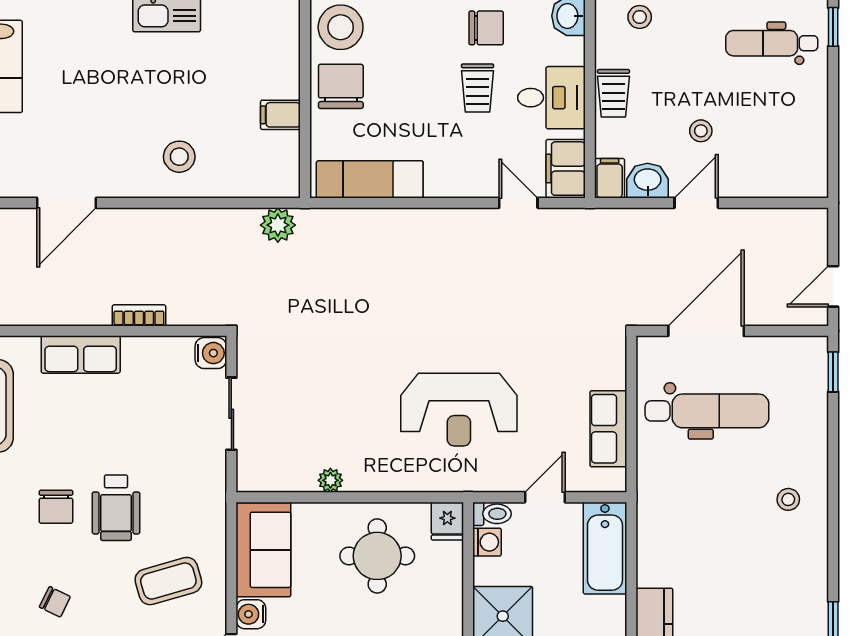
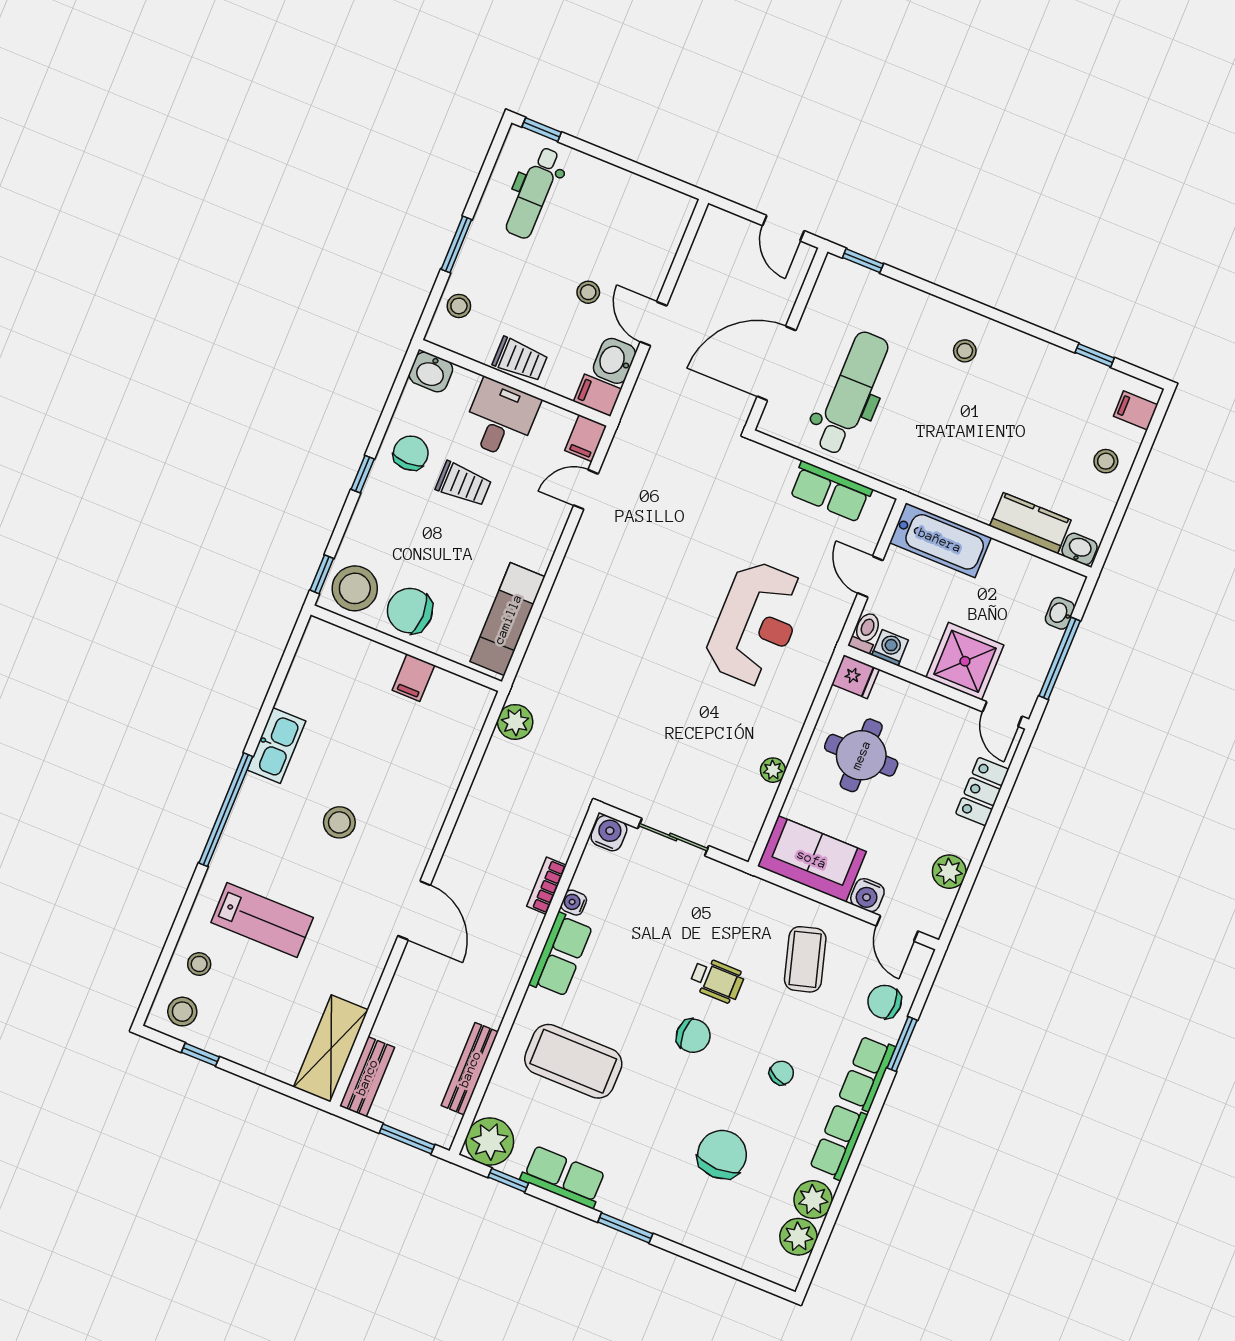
stool: (179, 157) -> (339, 822), moved
filing cabinet: (566, 169) -> (586, 438), width x0.50
door: (706, 331) -> (776, 363), hinge flipped
water cooler: (134, 347) -> (574, 903), added
wheelchair: (116, 508) -> (717, 980), width x0.73, depth x0.73

